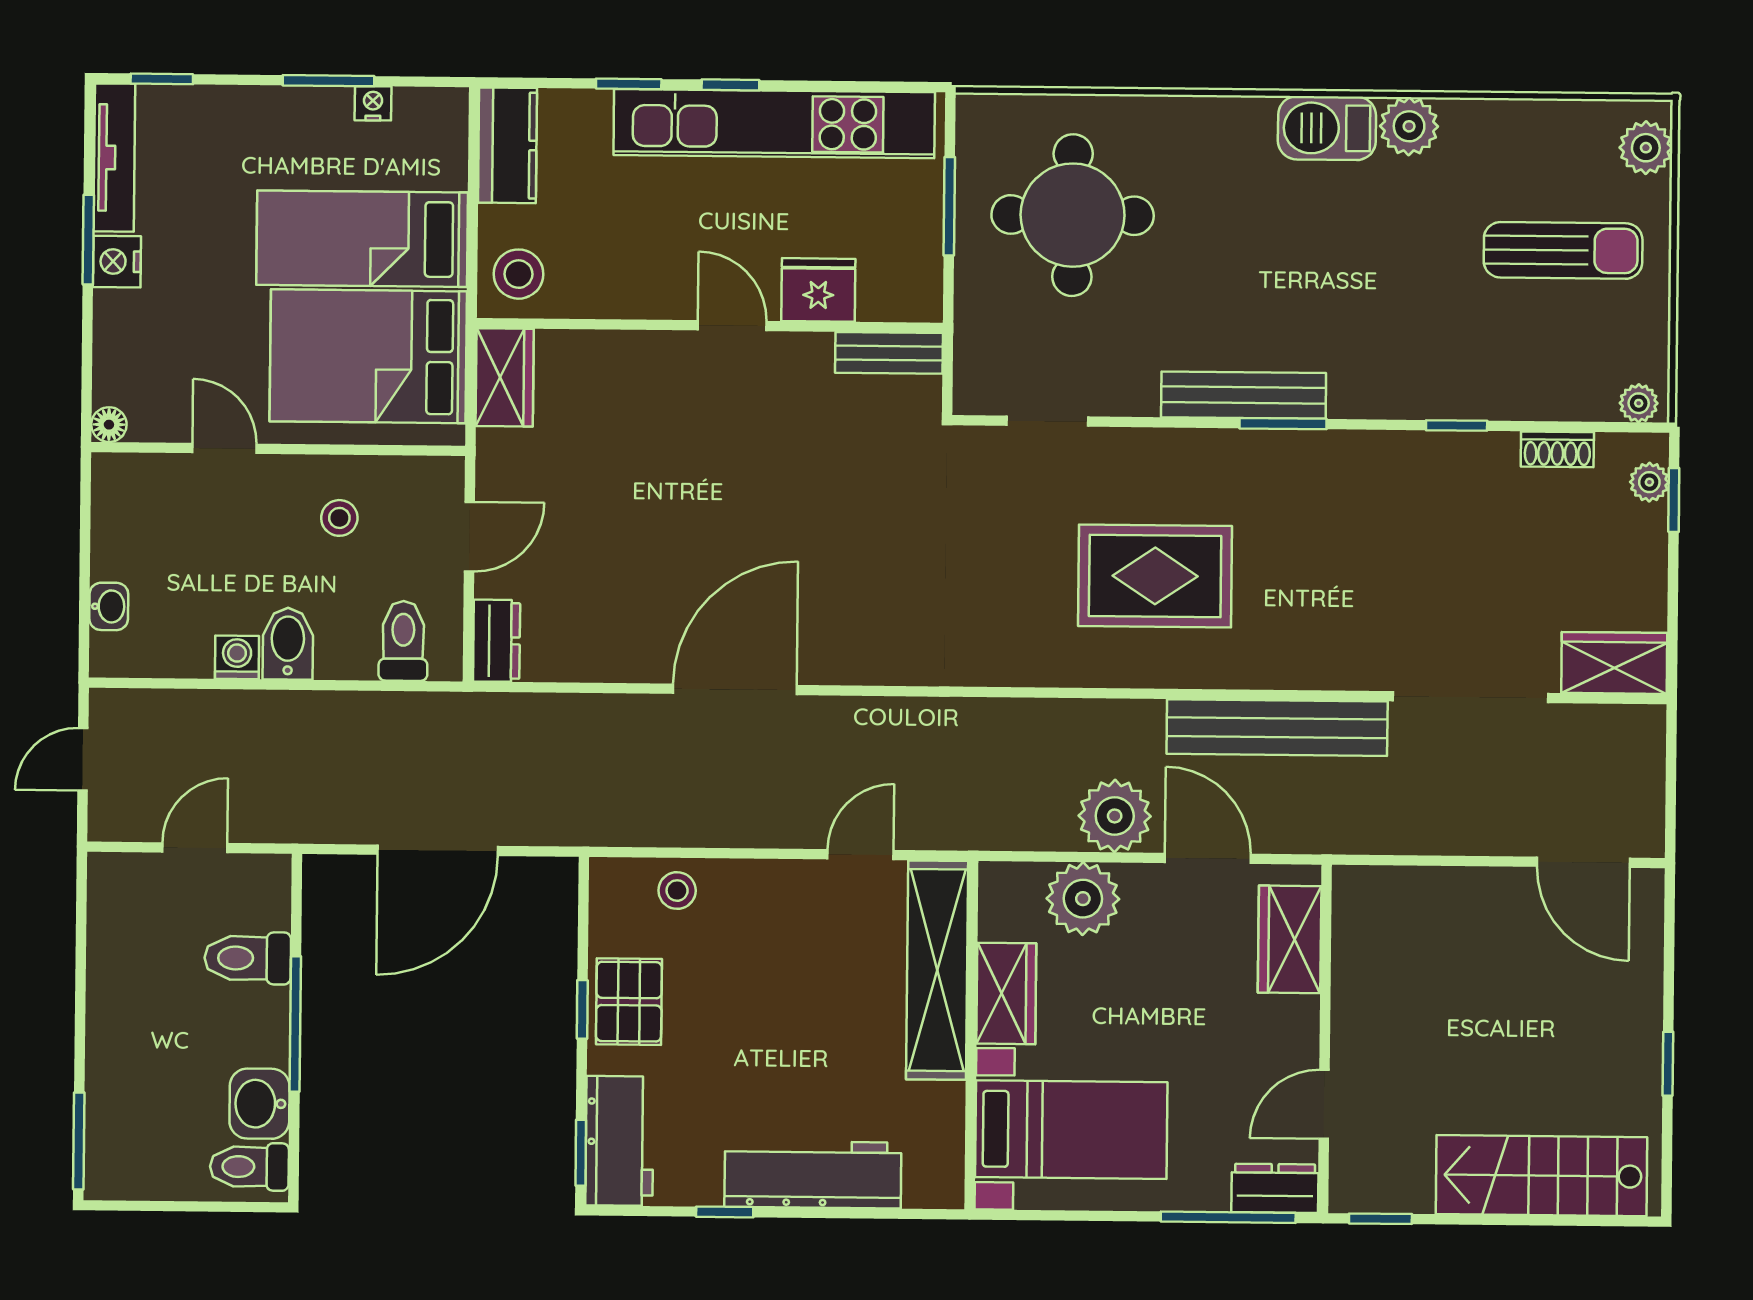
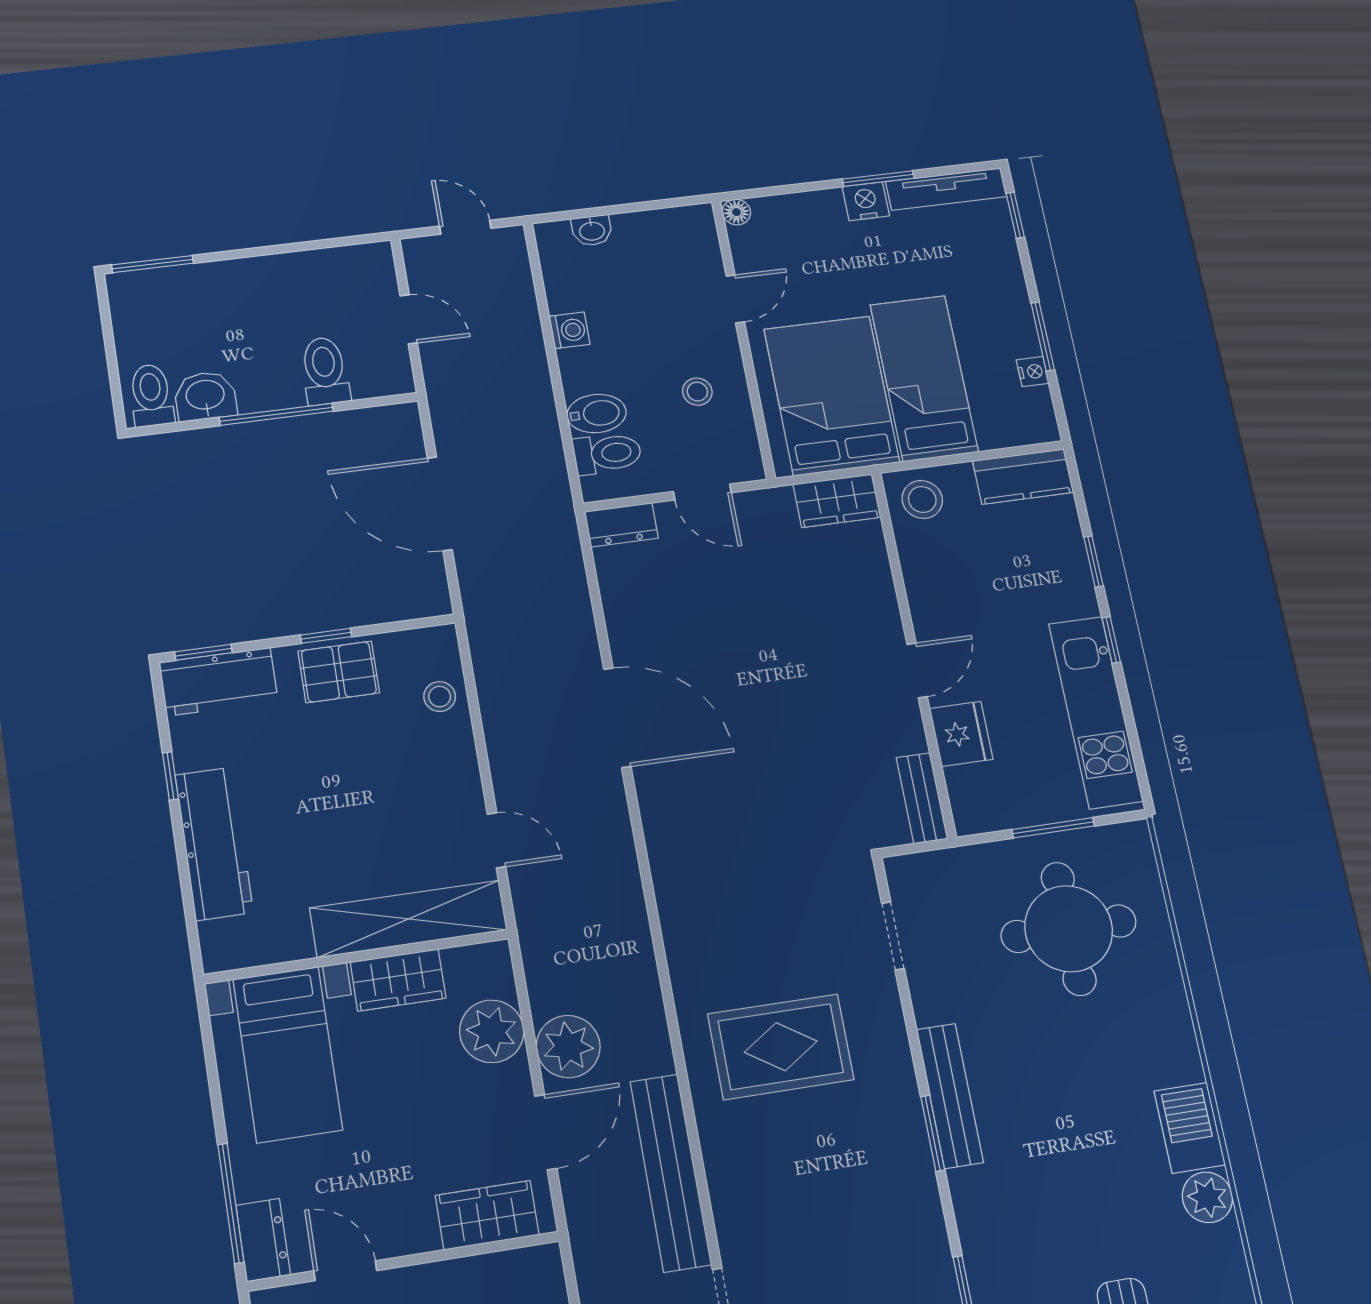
kitchen unit: (774, 124) -> (1096, 712), width x0.73
rug: (1155, 576) -> (781, 1047), turned 90
bidet: (288, 644) -> (597, 414), moved

